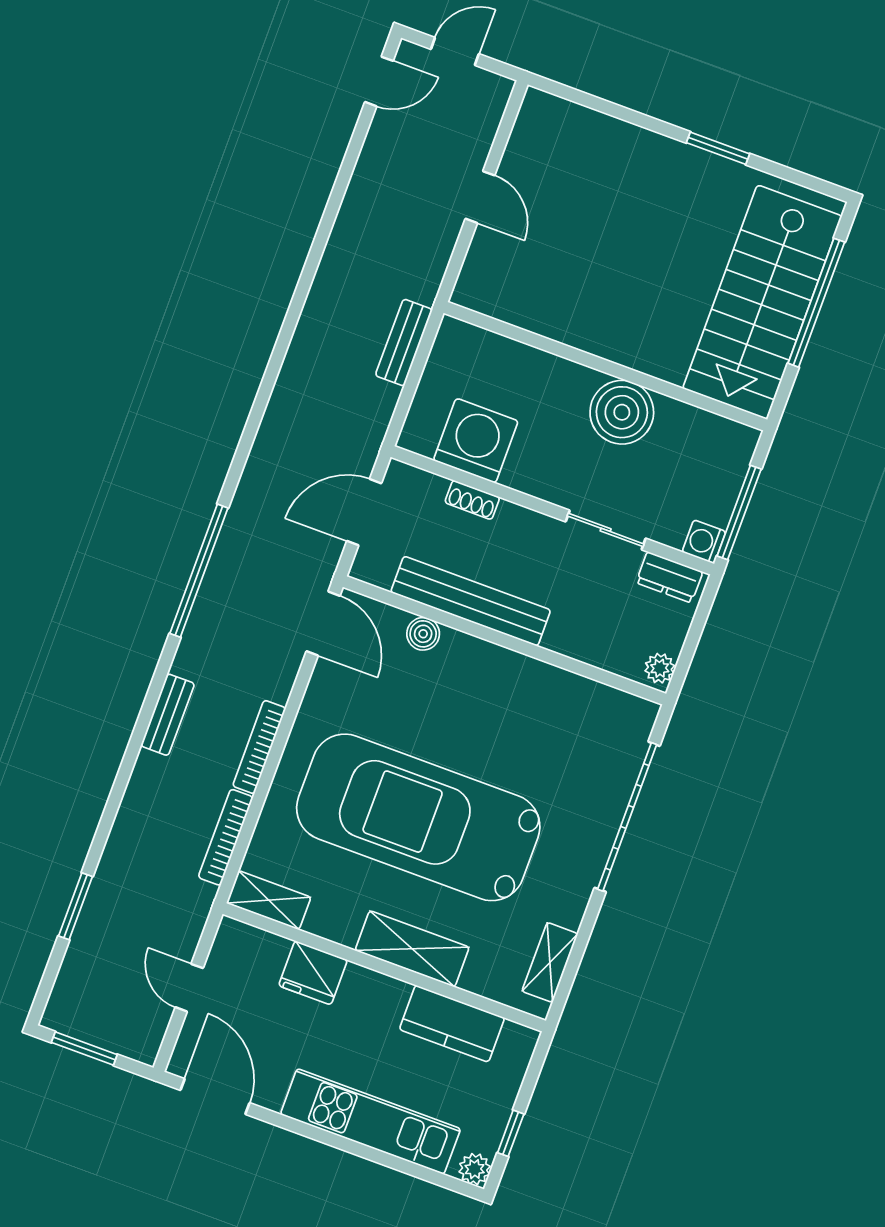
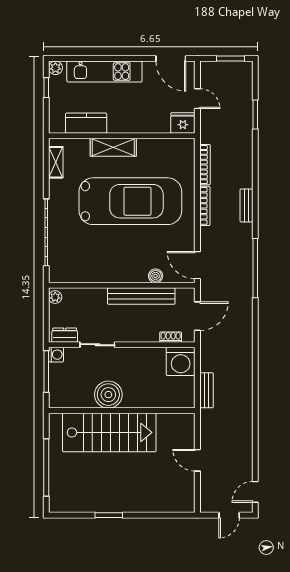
stairs: (762, 302) -> (109, 432), moved, turned 90
washing machine: (476, 441) -> (181, 361), moved
shoe rack: (472, 500) -> (171, 337), moved
shelving: (269, 900) -> (178, 146), removed
fridge: (313, 973) -> (183, 123), moved

